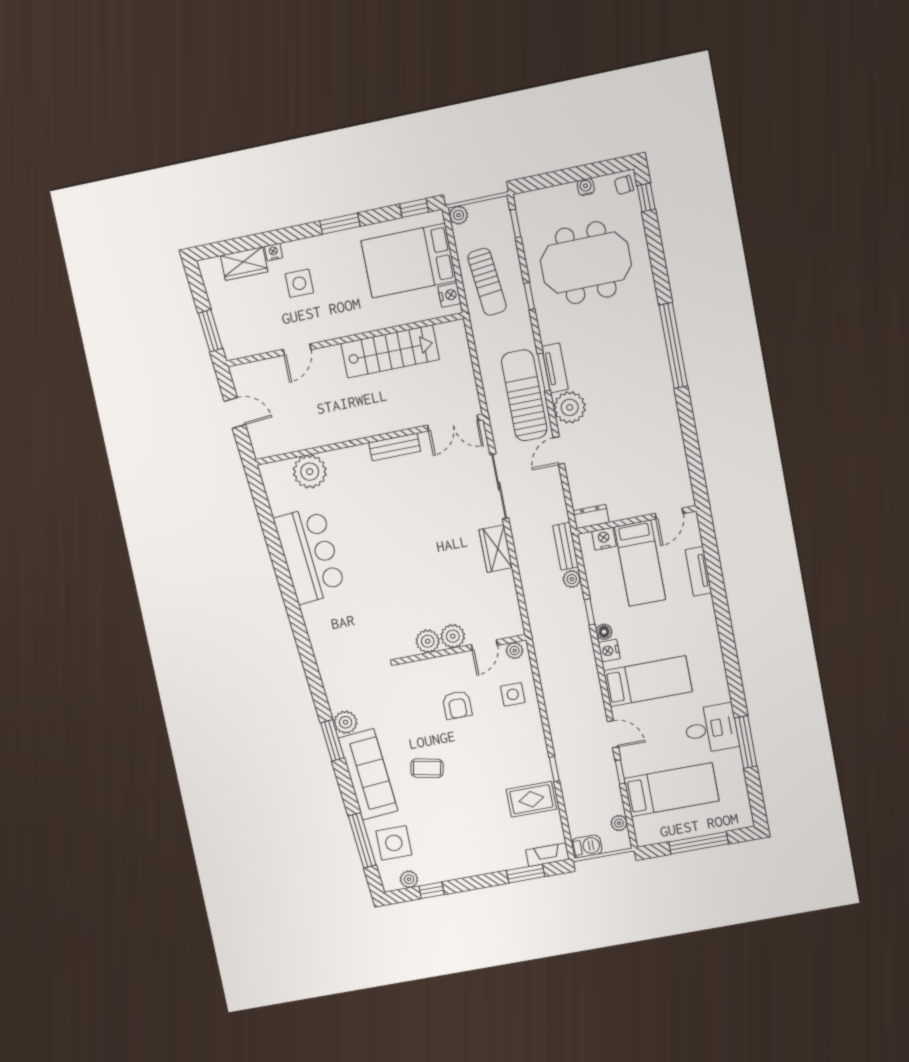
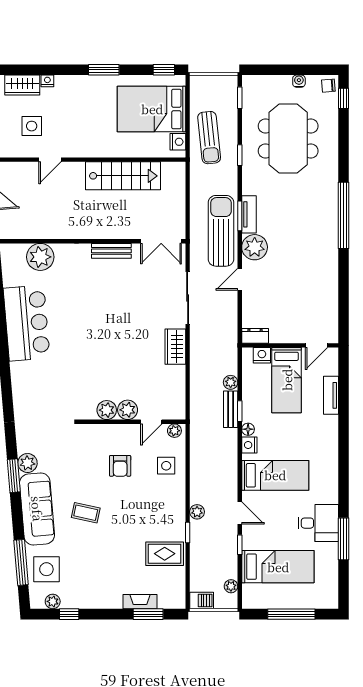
plant: (459, 215) -> (197, 512), moved
meeting table: (586, 263) -> (288, 139), turned 90
side table: (299, 283) -> (32, 126), moved
bench: (566, 546) -> (231, 409), moved
fireplace: (547, 855) -> (140, 602), moved

